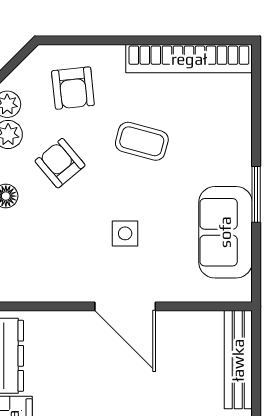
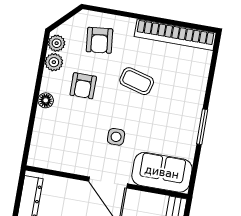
armchair: (60, 163) -> (83, 86), turned -140
sofa: (225, 232) -> (162, 172), moved, turned 90

